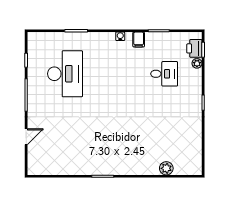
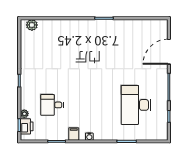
door: (26, 137) -> (169, 52), width x1.87
plant: (166, 168) -> (32, 25), moved

